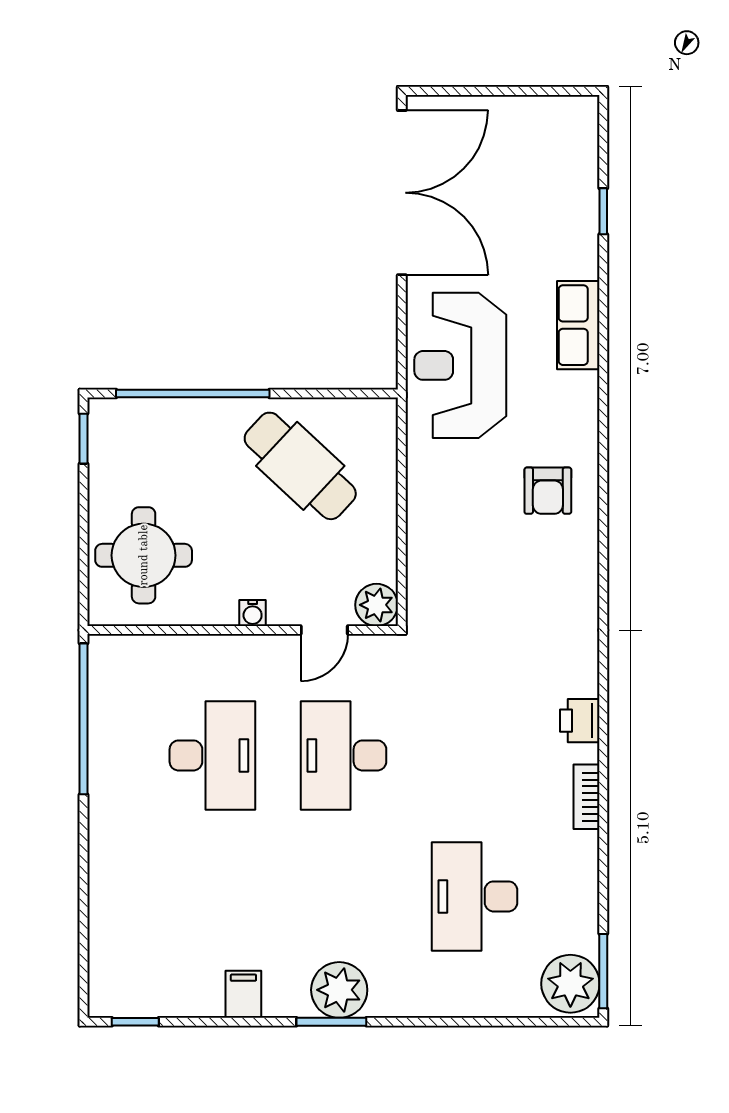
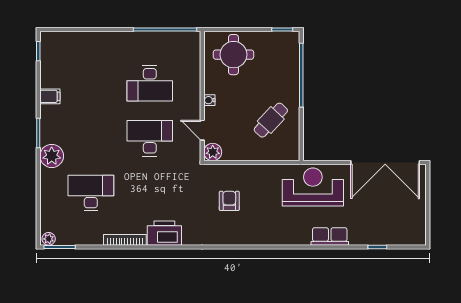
cafe table: (300, 466) -> (271, 120), width x0.73, depth x0.74
armchair: (548, 491) -> (229, 201), moved, turned 90
printer: (580, 721) -> (164, 233), width x1.87, depth x1.48
bookcase: (587, 797) -> (125, 240), width x1.56
plant: (570, 984) -> (49, 239), width x0.53, depth x0.53
plant: (339, 990) -> (52, 156), moved

